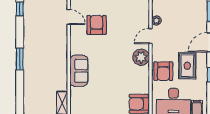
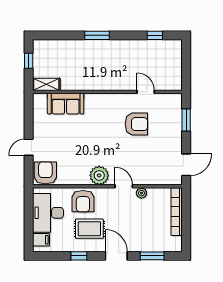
door: (69, 17) -> (146, 92), swing flipped
sofa: (79, 71) -> (66, 104), moved
armchair: (163, 71) -> (83, 201), turned -90

